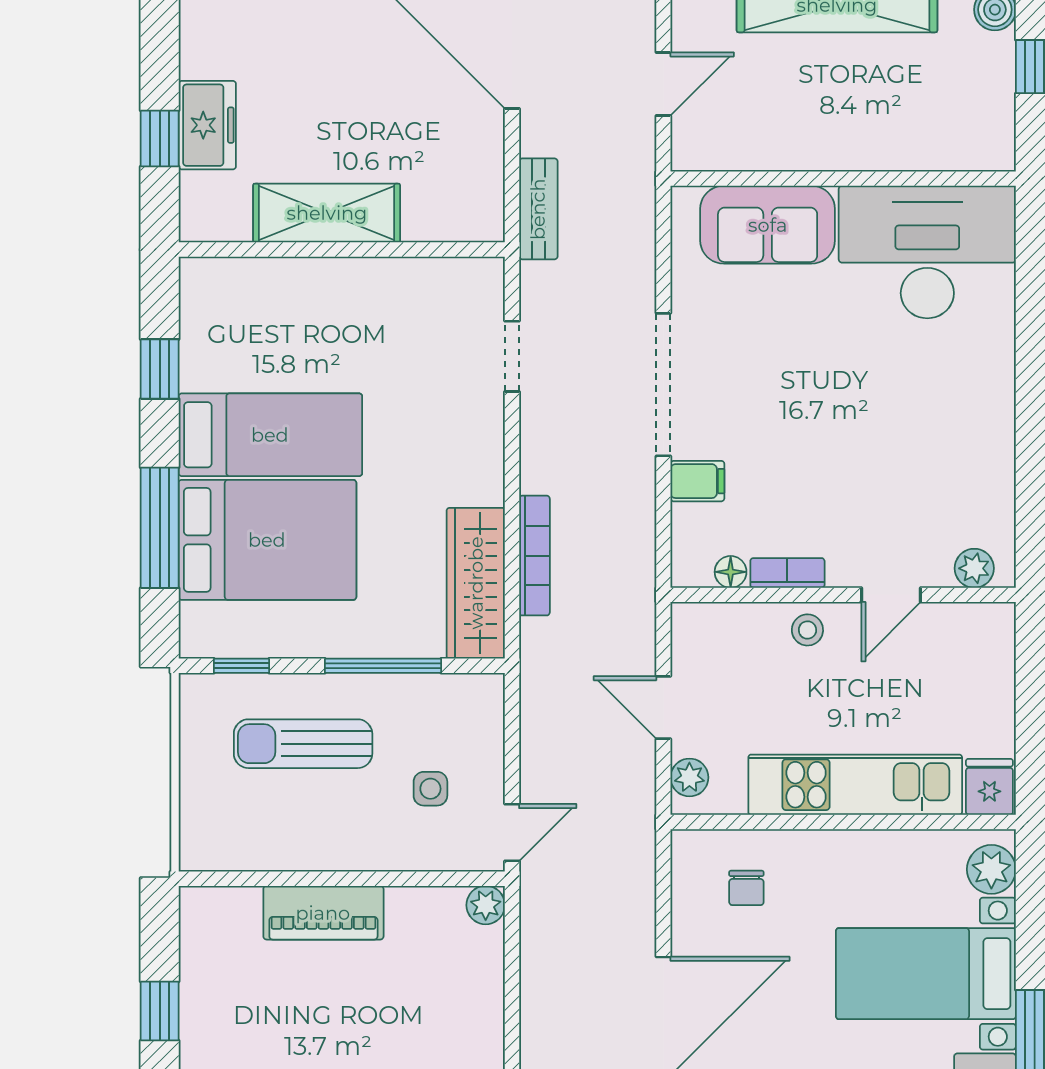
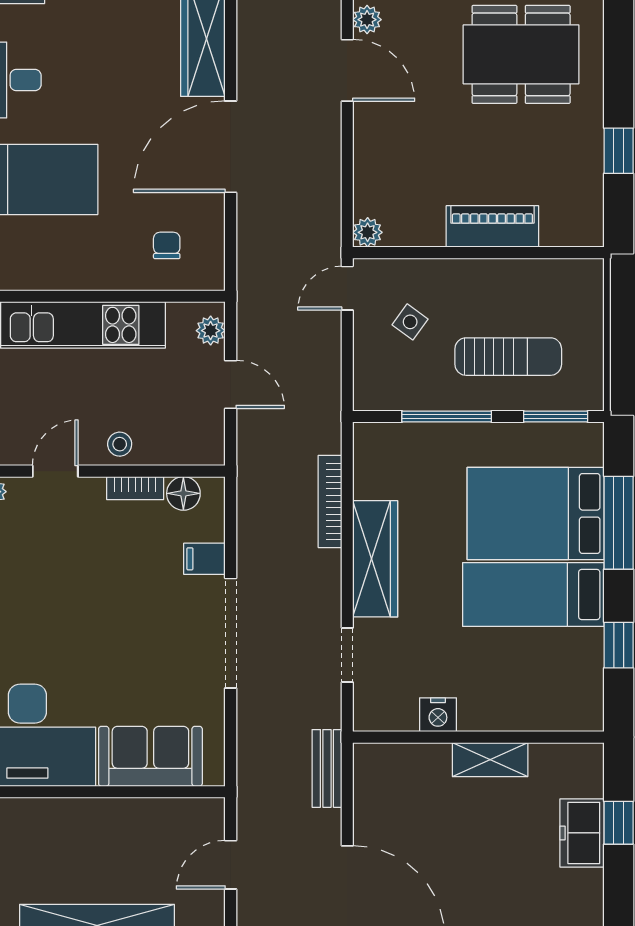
shelving: (327, 213) -> (490, 760), width x0.67, depth x0.75
nightstand: (394, 279) -> (438, 715), added
floor lamp: (731, 572) -> (183, 493), width x1.37, depth x1.37
wardrobe: (476, 583) -> (375, 559), moved
window: (241, 666) -> (556, 417), width x1.50
side table: (430, 789) -> (410, 322), turned 36

